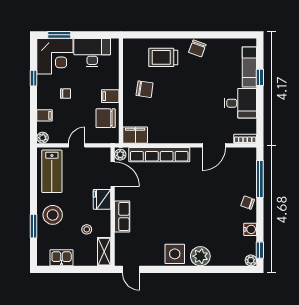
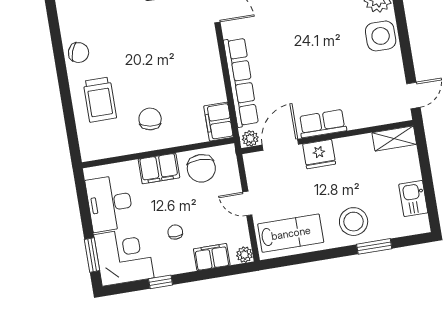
filing cabinet: (110, 96) -> (159, 169), width x2.00
filing cabinet: (45, 115) -> (212, 257), width x2.00
row of seats: (122, 217) -> (322, 124), moved
stool: (87, 229) -> (366, 169), removed

